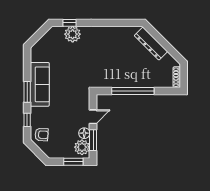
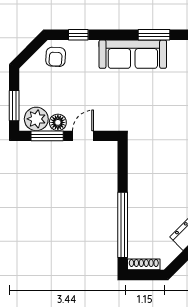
window: (133, 91) -> (123, 225), moved
window: (27, 92) -> (154, 35), moved
door: (93, 117) -> (83, 136), swing flipped

